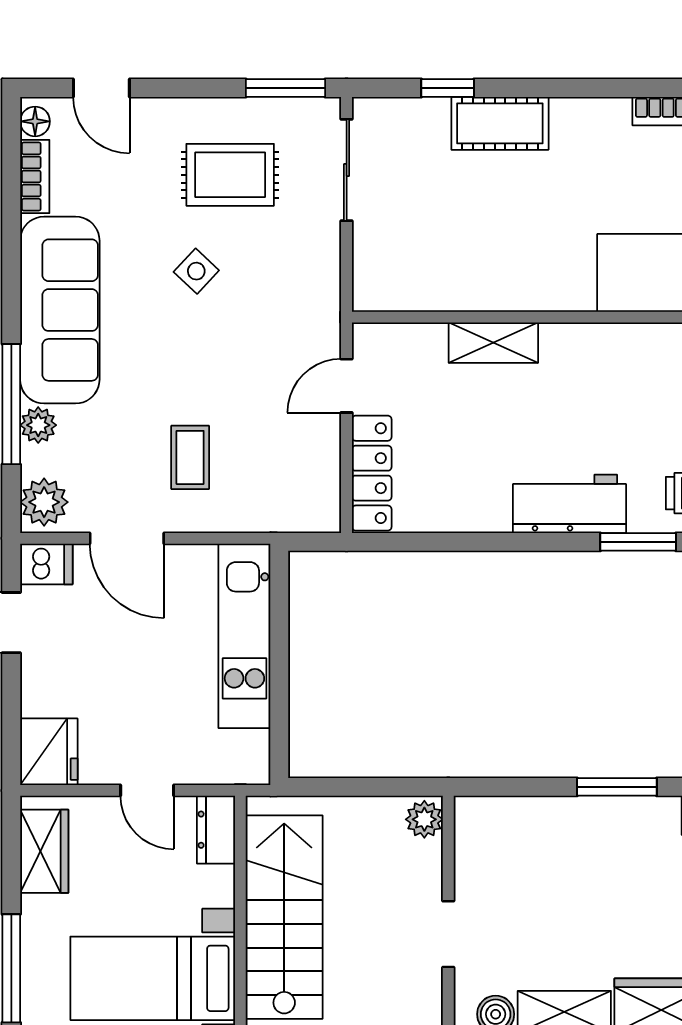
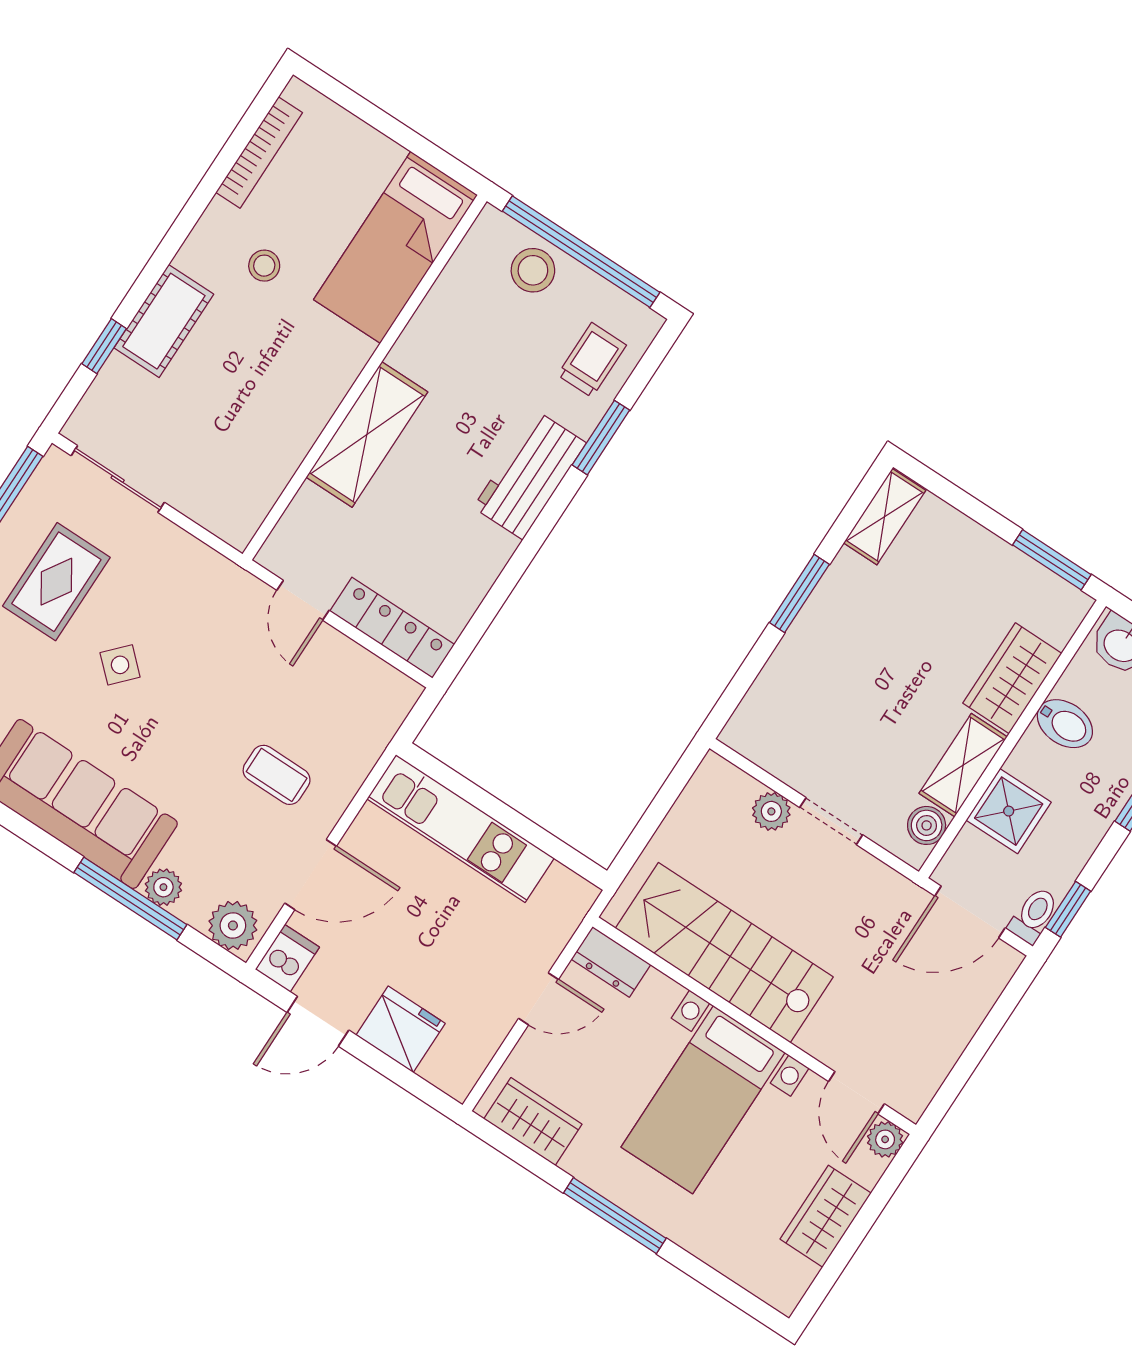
stool: (599, 176) -> (264, 266), added
shelving: (493, 343) -> (367, 434), width x1.50, depth x1.33
fridge: (49, 752) -> (401, 1029), moved
plant: (424, 819) -> (771, 811), moved

